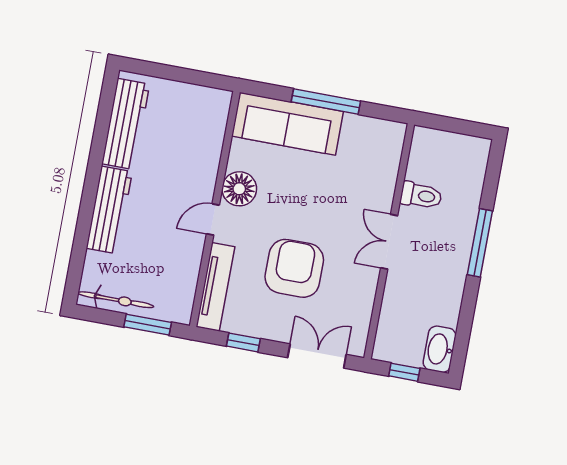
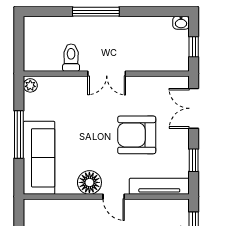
plant: (392, 130) -> (30, 85), added
washbasin: (440, 349) -> (181, 23), width x0.52, depth x0.69

